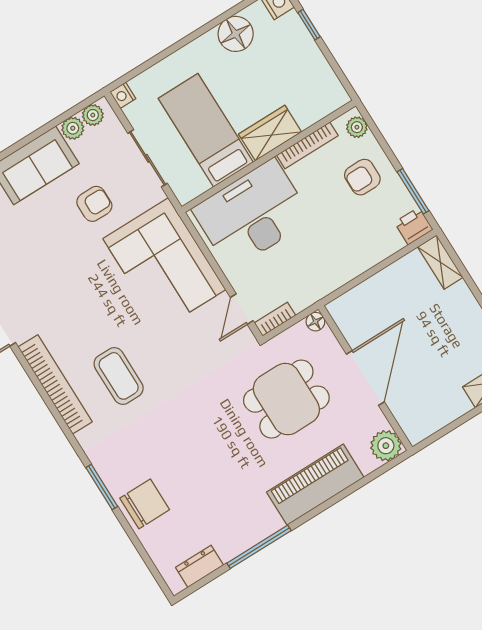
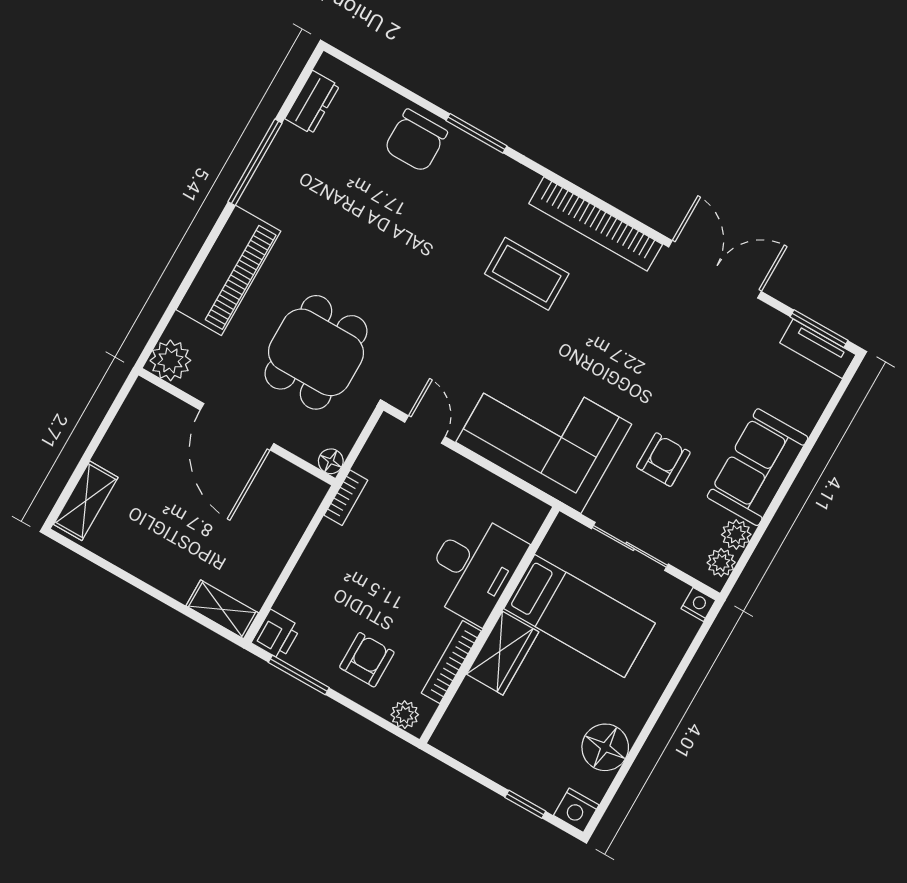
armchair: (94, 204) -> (663, 460), turned 180
desk: (252, 214) -> (474, 568), width x0.73, depth x0.77
bookcase: (275, 319) -> (346, 498), moved

